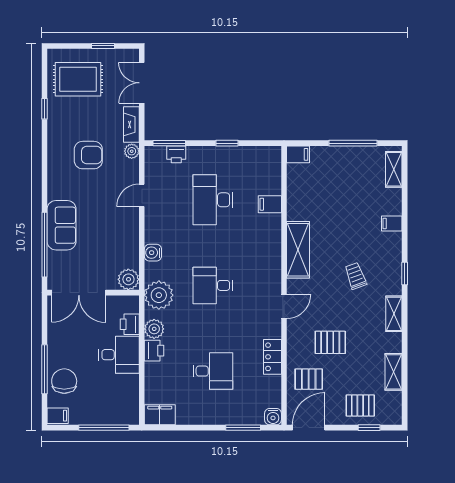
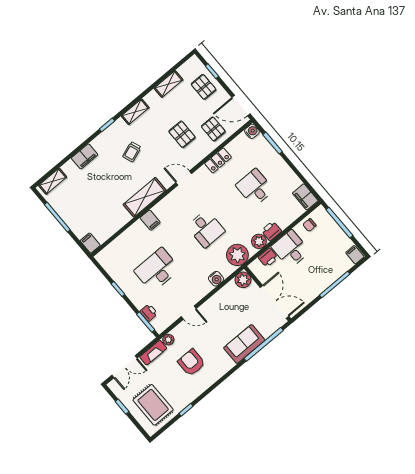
desk: (213, 200) -> (157, 270), turned 180
filing cabinet: (270, 204) -> (150, 220), moved
filing cabinet: (392, 223) -> (85, 156), width x2.00
chair: (64, 381) -> (309, 225), moved, width x0.54, depth x0.54

